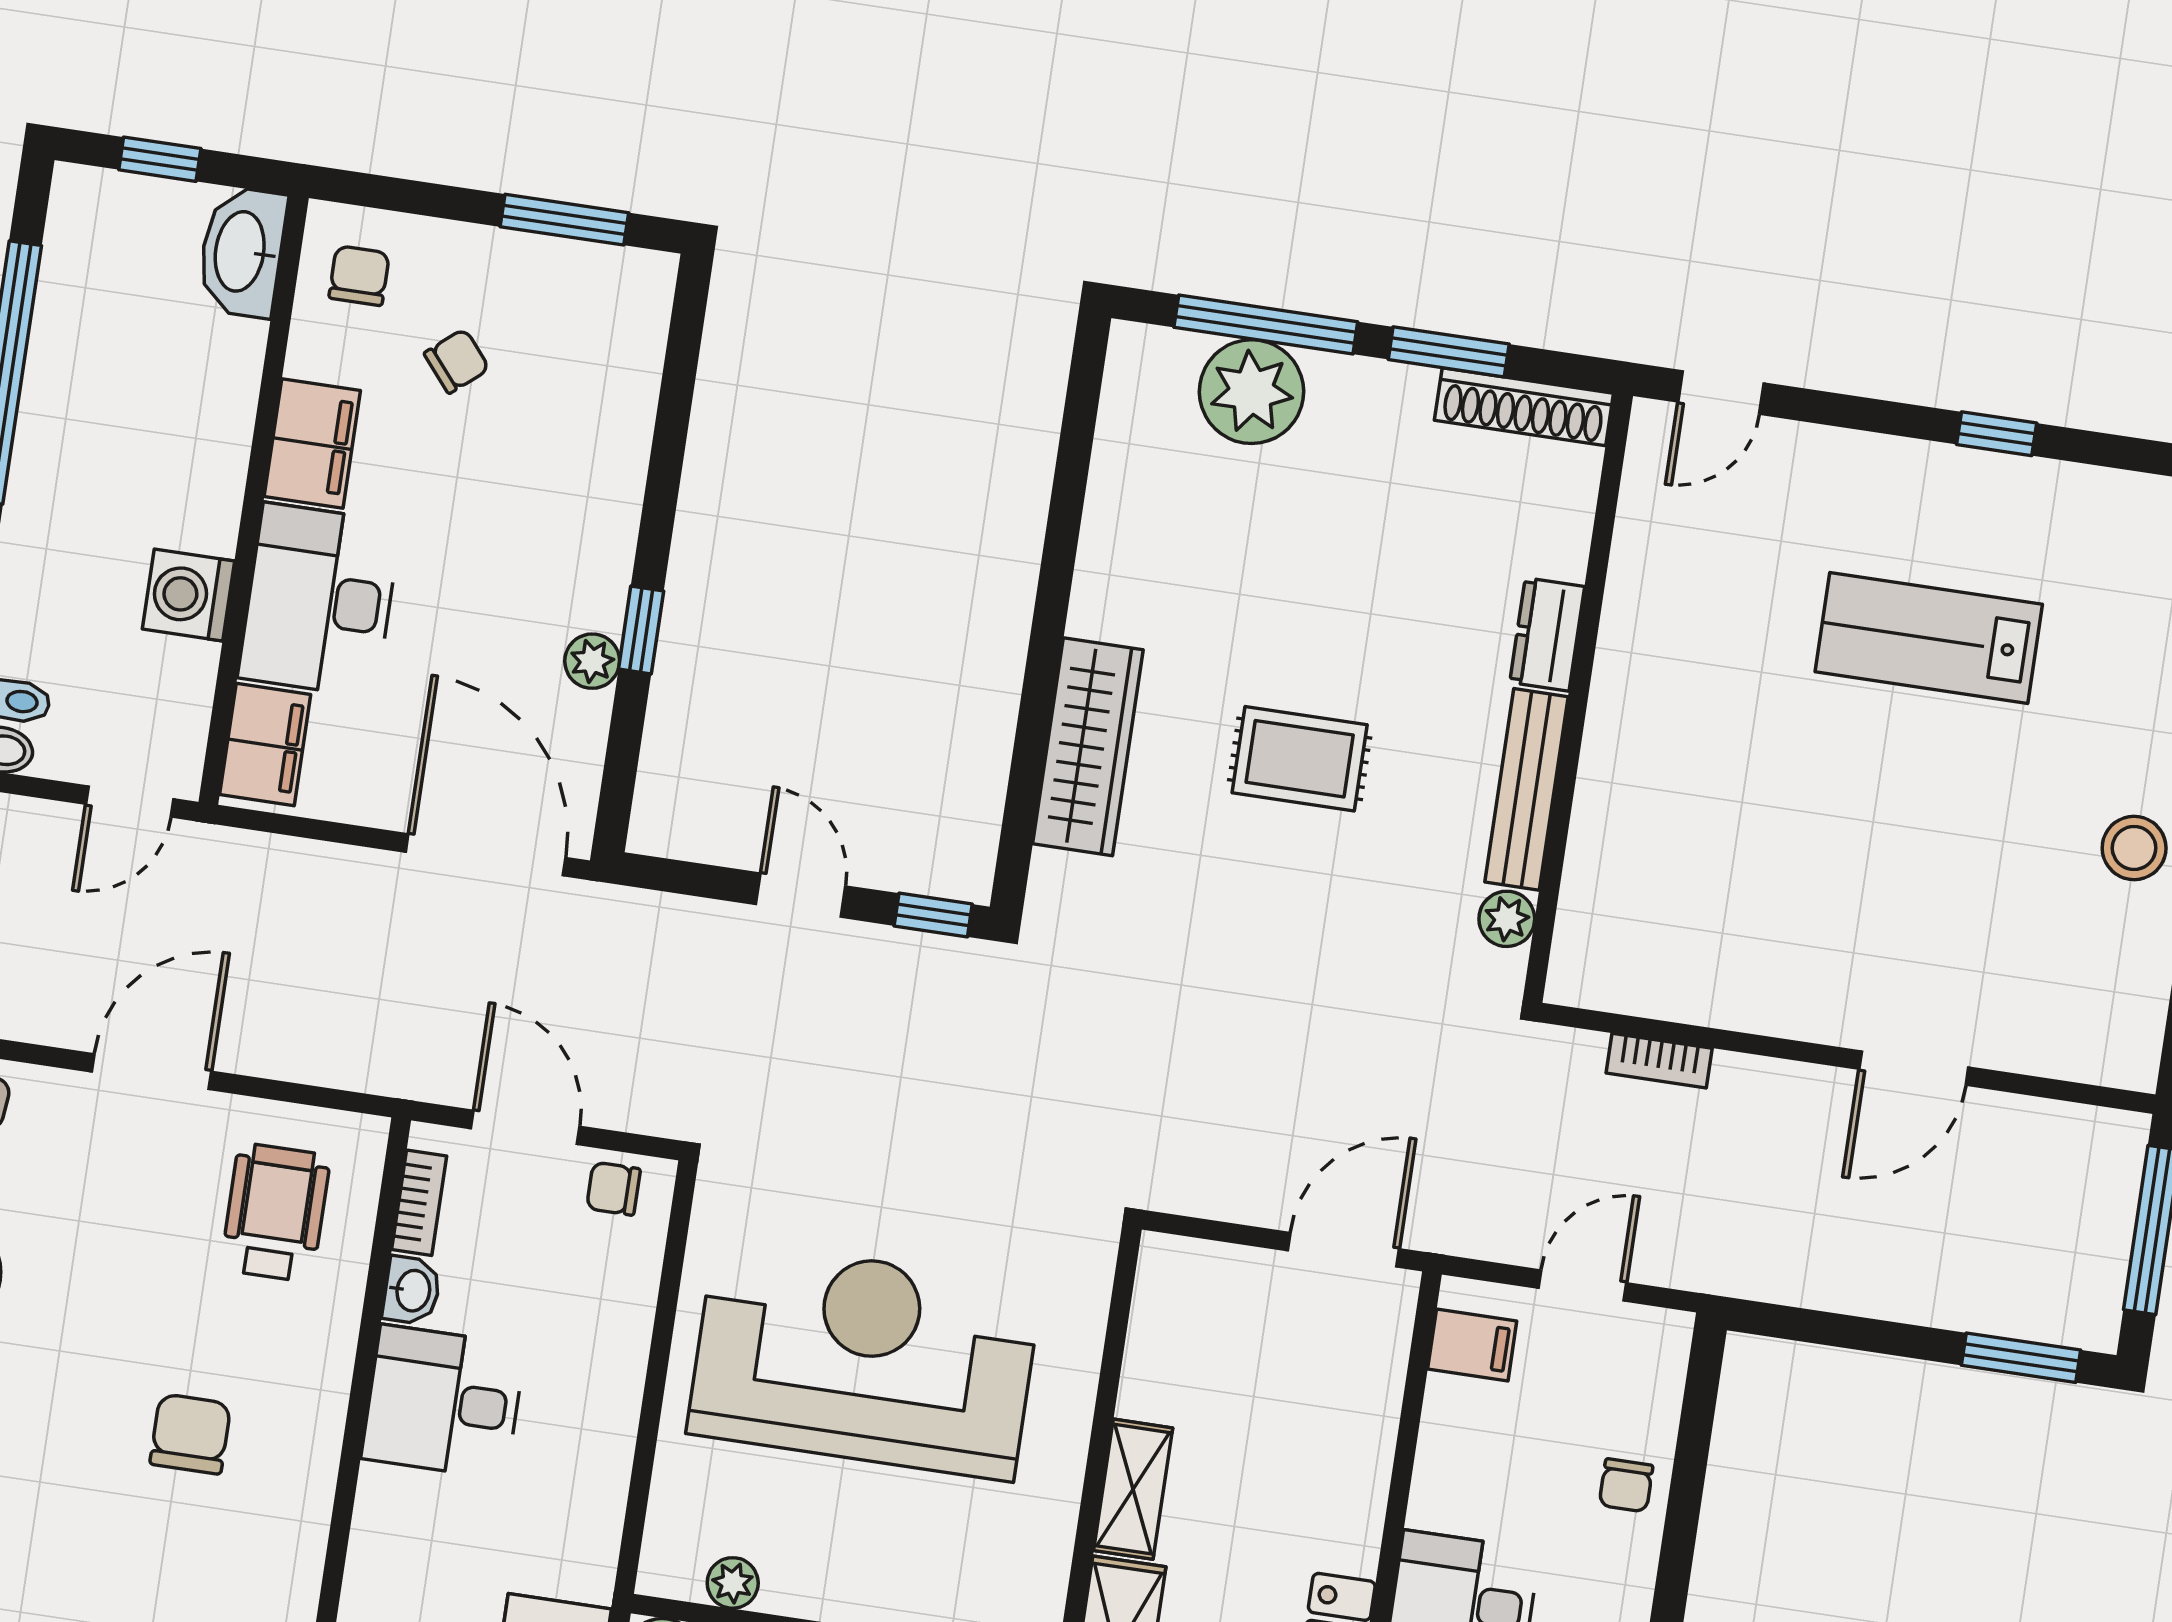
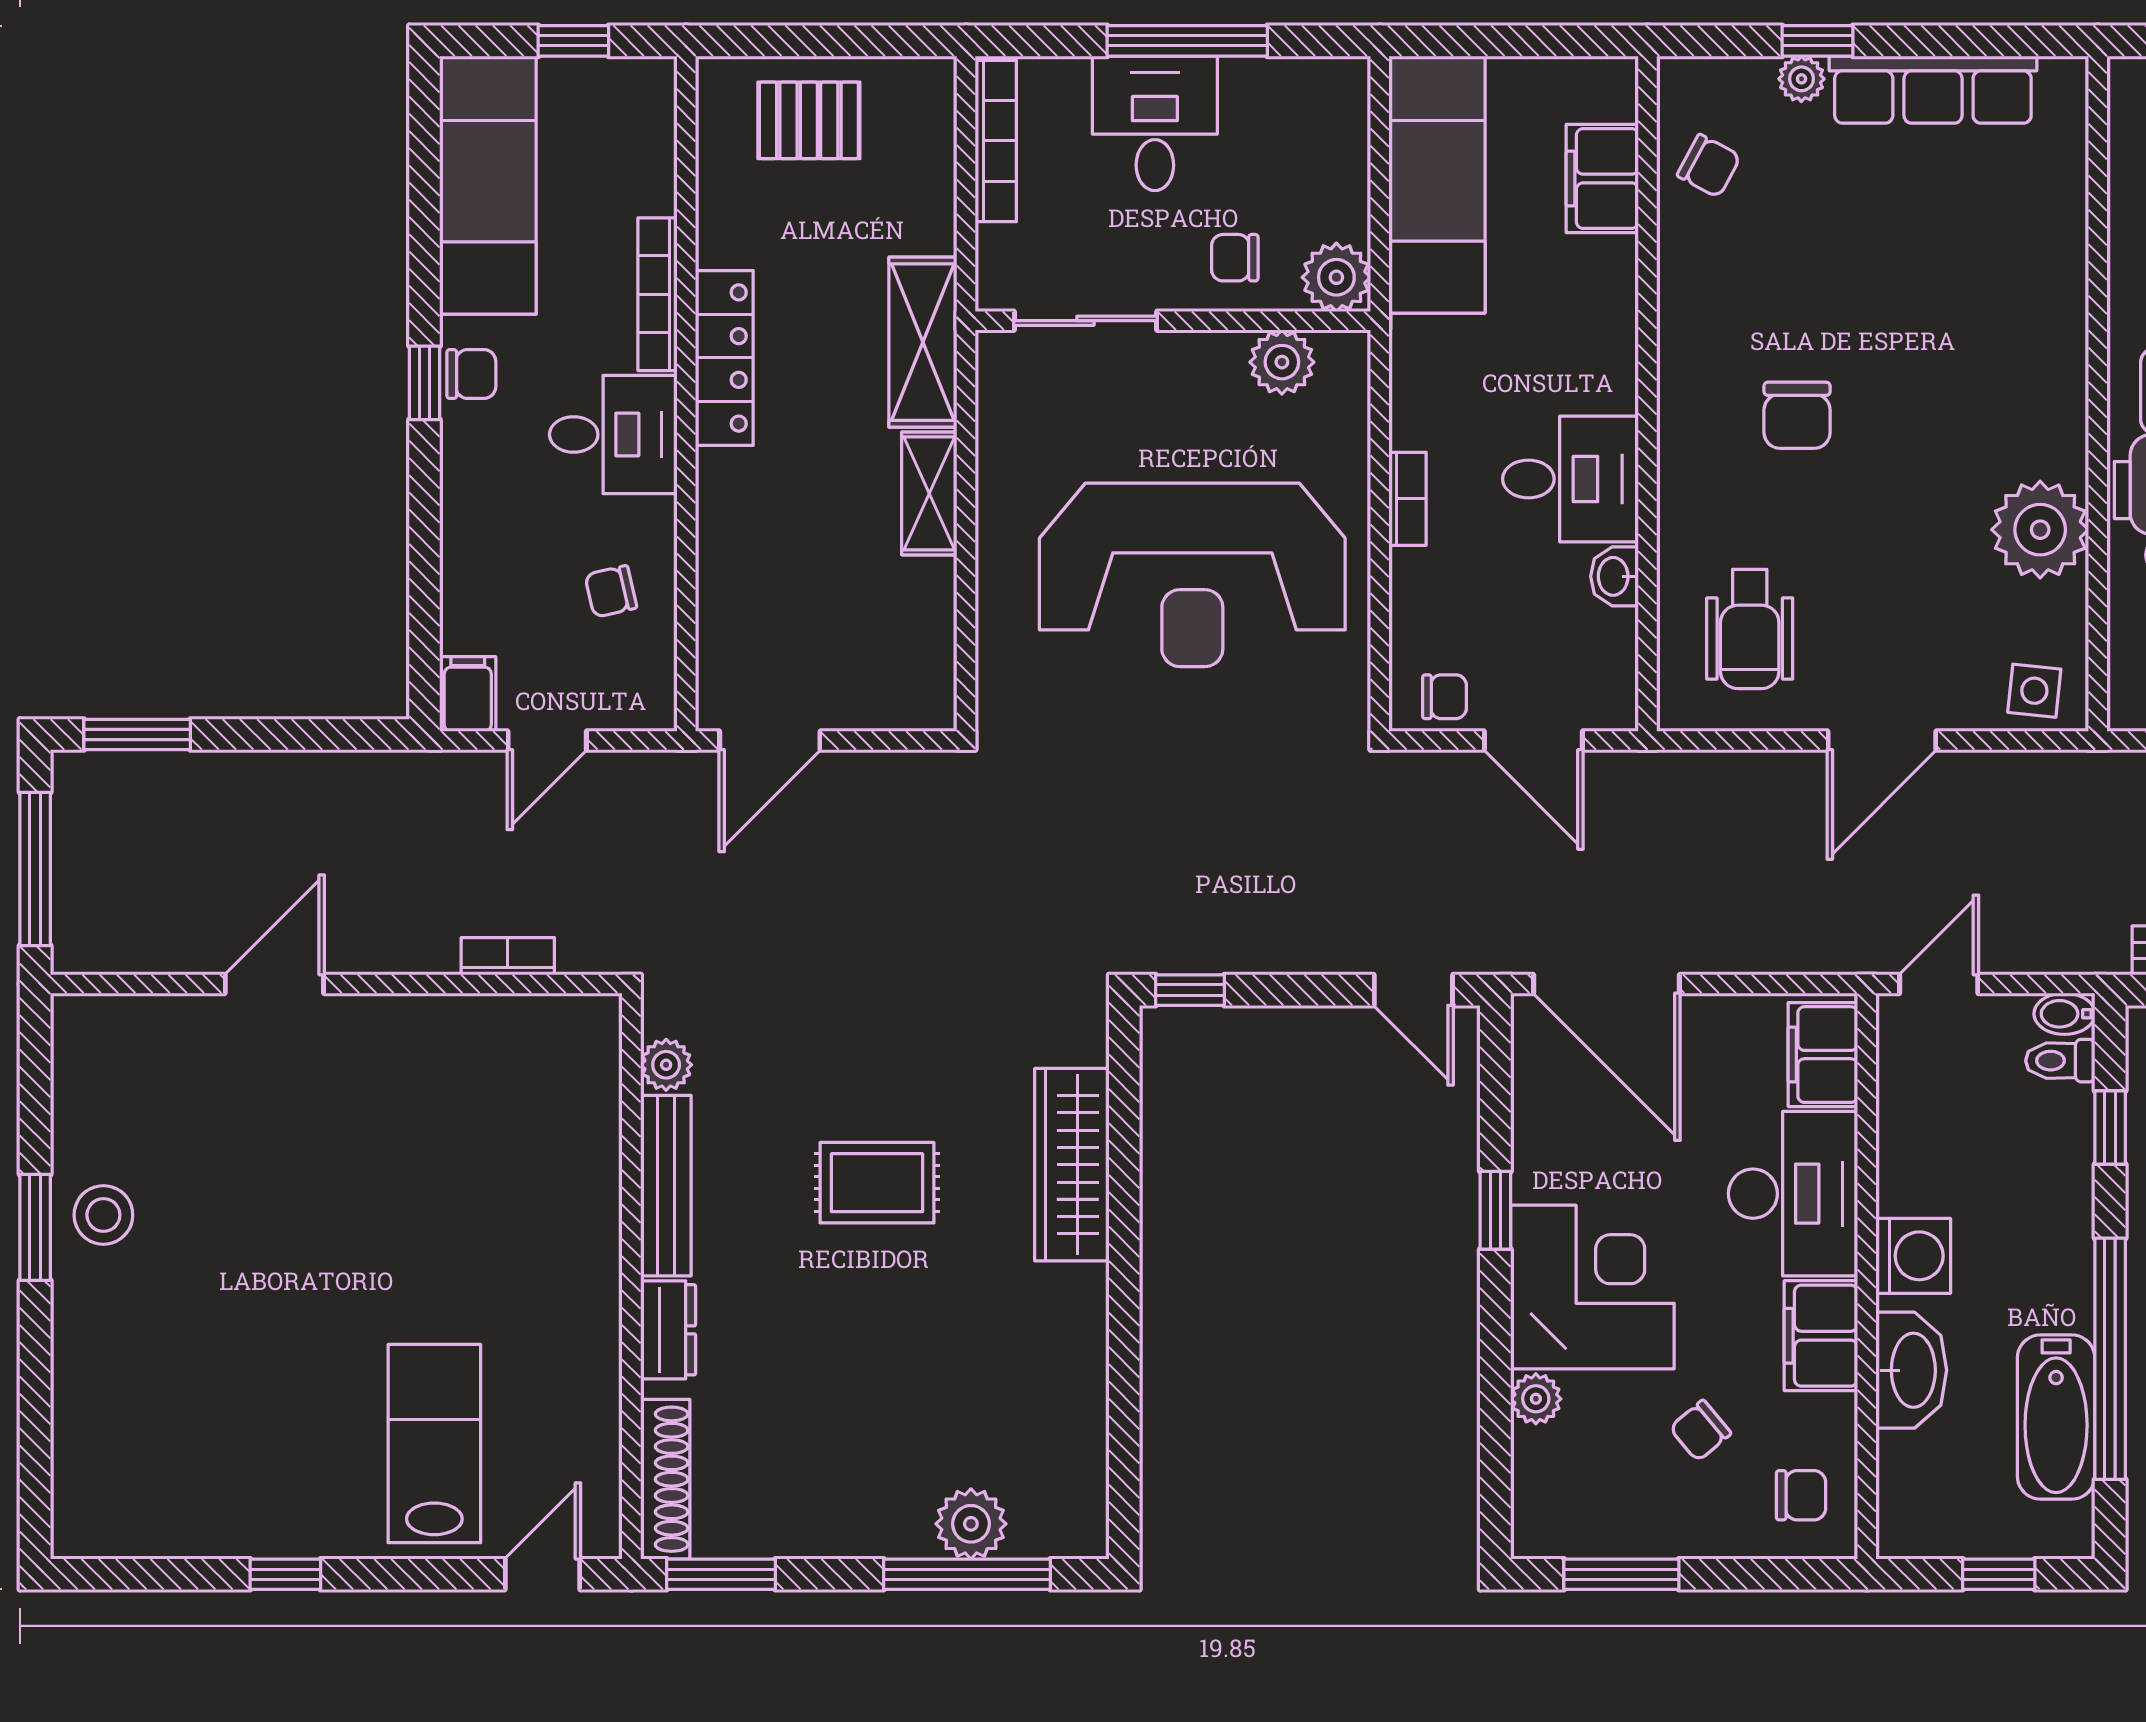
washbasin: (242, 252) -> (1911, 1370), moved
chair: (359, 276) -> (1801, 1495), turned -90
bathtub: (73, 319) -> (2056, 1417), added
window: (1449, 352) -> (721, 1574), moved
plant: (1251, 392) -> (971, 1524), width x0.73, depth x0.73
shoe rack: (1524, 407) -> (665, 1479), moved, turned 90
corner desk: (549, 532) -> (1592, 1287), added
washing machine: (188, 595) -> (1913, 1256), moved
lab bench: (1929, 638) -> (434, 1444), moved, turned -90
plant: (592, 661) -> (1536, 1399), moved
door: (801, 895) -> (1413, 990), moved
bookcase: (419, 1203) -> (1408, 499), moved, turned 180
filing cabinet: (1472, 1345) -> (468, 694), moved, turned 90
chair: (1626, 1485) -> (611, 591), moved, turned -103
plant: (733, 1583) -> (1282, 362), width x1.38, depth x1.38

